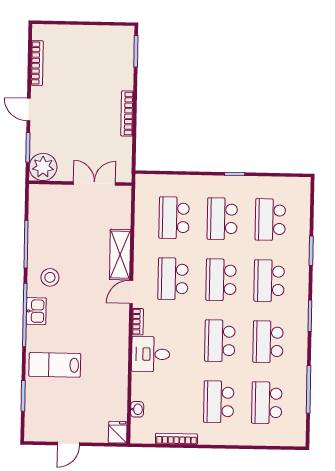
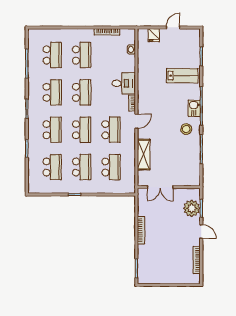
plant: (43, 167) -> (192, 208), moved
shelving: (120, 255) -> (144, 155), moved
fridge: (118, 432) -> (154, 35), moved

